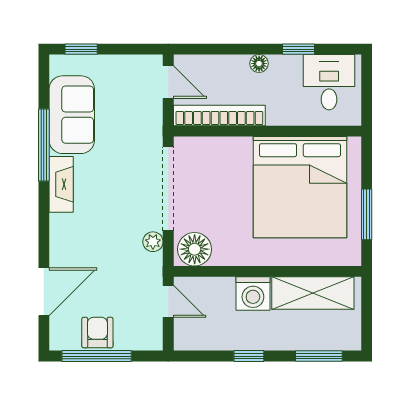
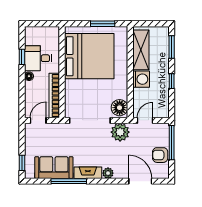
desk: (329, 82) -> (38, 58), moved
plant: (60, 226) -> (108, 173), added
plant: (153, 242) -> (120, 132), width x1.88, depth x1.88
window: (97, 356) -> (172, 143), moved

